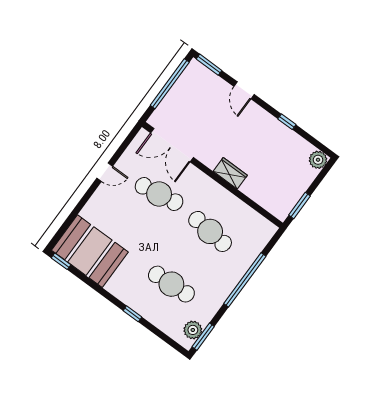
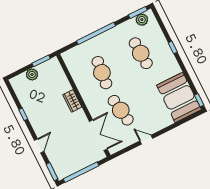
plant: (318, 160) -> (32, 74), moved

